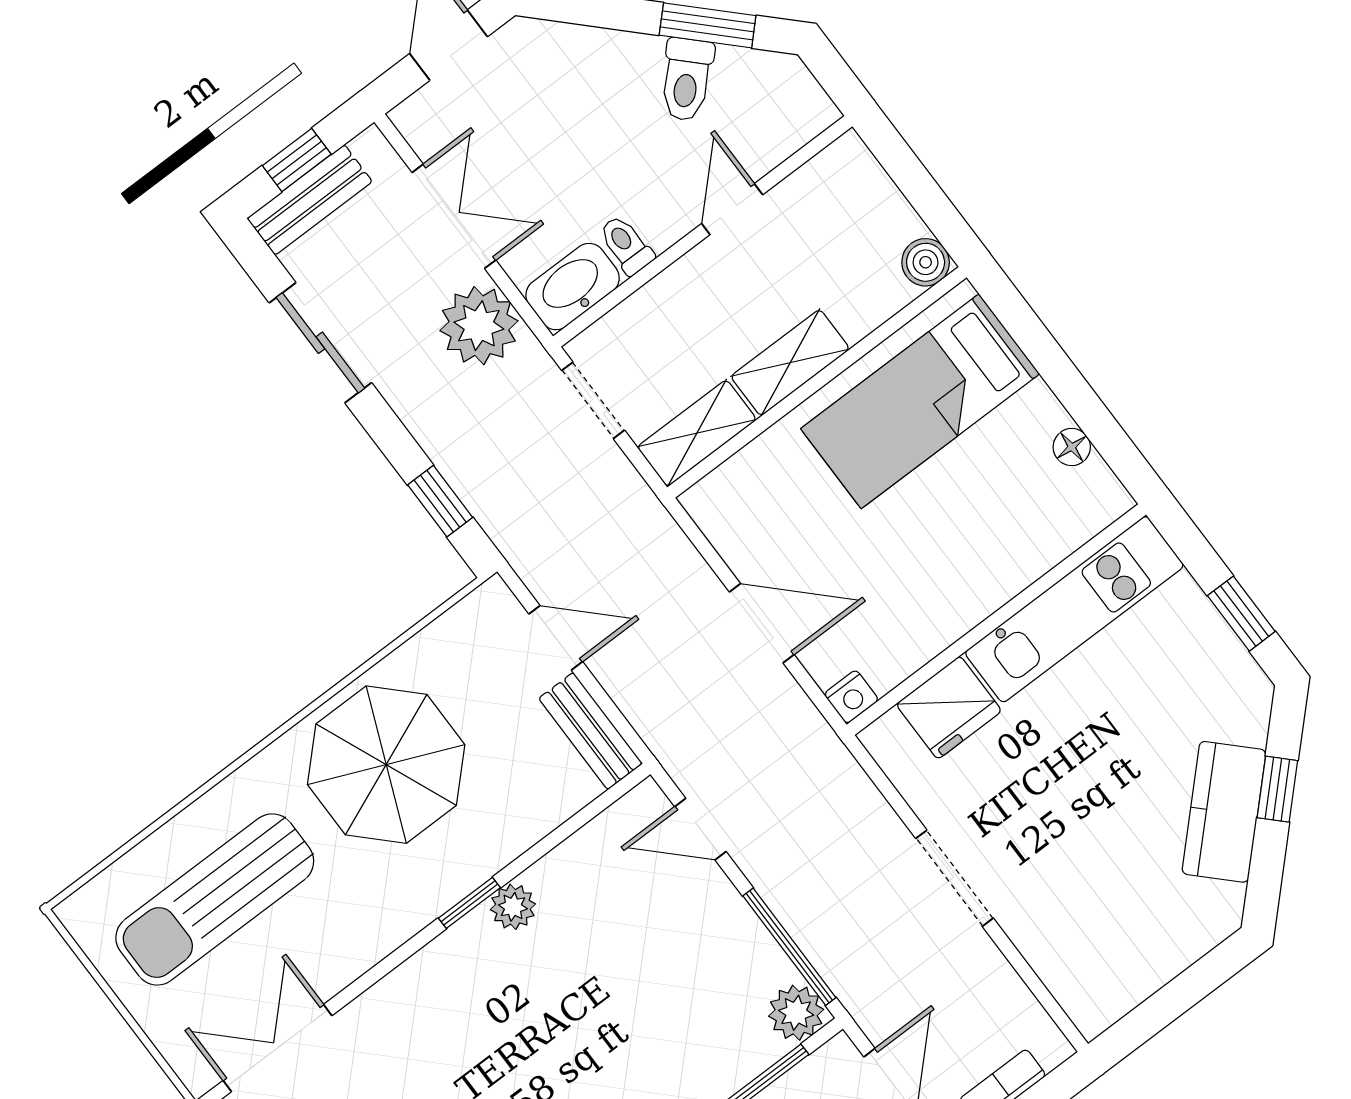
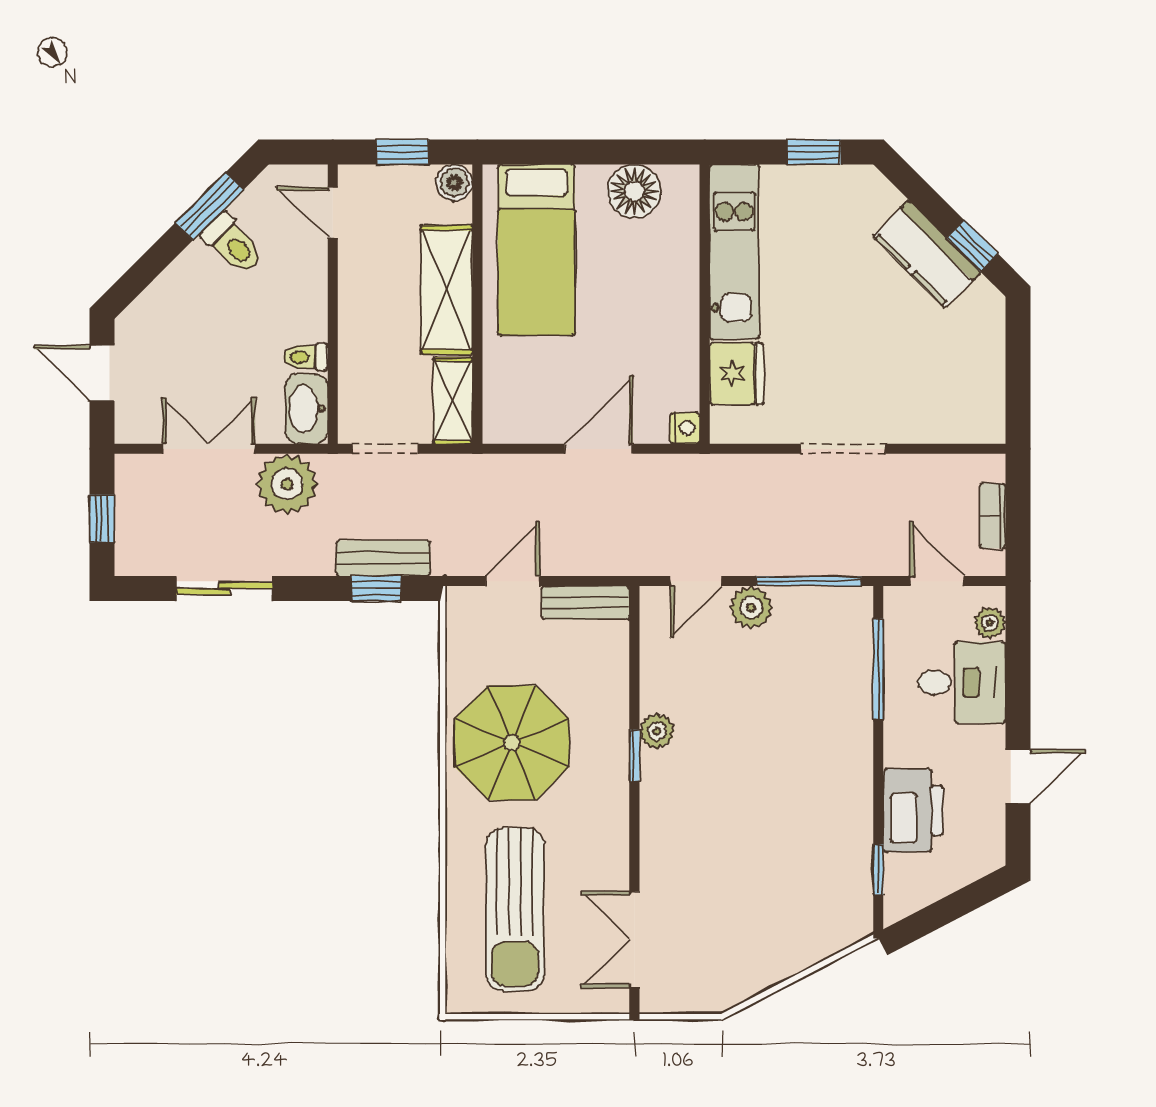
window: (917, 184) -> (403, 152), added
bench: (310, 200) -> (383, 558), moved, turned 90
door: (732, 209) -> (333, 213), moved
shelving: (790, 363) -> (447, 290), width x1.50, depth x1.33
floor lamp: (1072, 447) -> (634, 191), width x1.89, depth x1.89
window: (1277, 789) -> (972, 246), moved
plant: (796, 1013) -> (751, 607), moved

